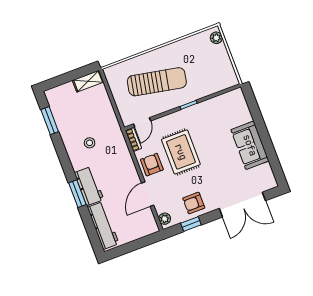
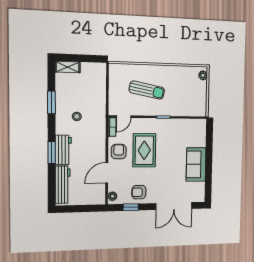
shelving: (88, 81) -> (68, 67), moved
sun lounger: (157, 82) -> (147, 90), width x0.73, depth x0.75
window: (50, 121) -> (51, 102), moved

